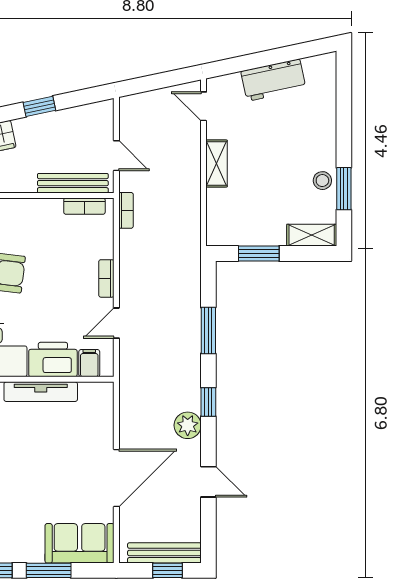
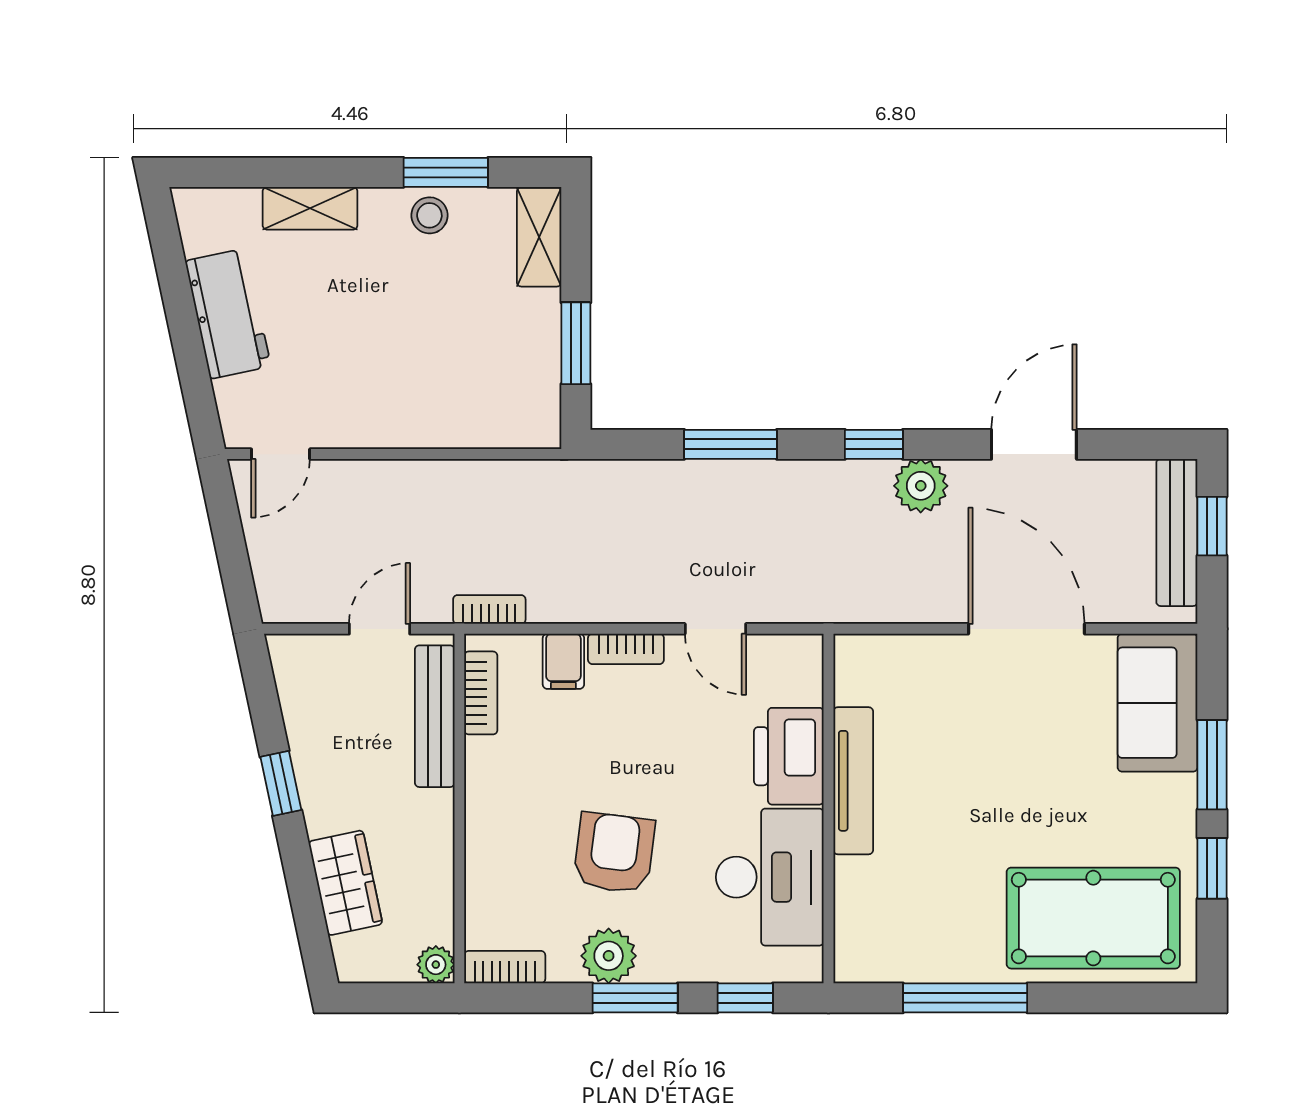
shelving: (216, 163) -> (310, 208), moved
filing cabinet: (89, 363) -> (563, 661), moved, turned -90
door: (208, 482) -> (1034, 444), width x1.38

